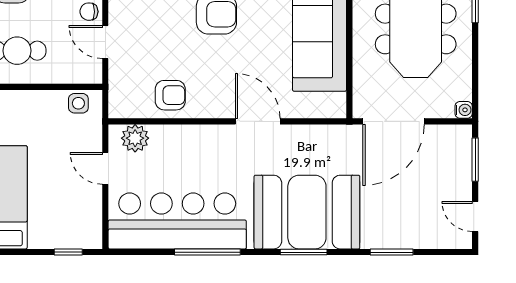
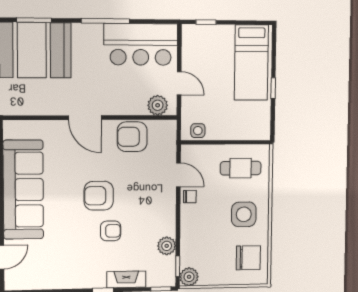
armchair: (170, 95) -> (132, 137), width x1.38, depth x1.38
door: (258, 121) -> (85, 118), moved
bar counter: (177, 221) -> (141, 44), width x0.73

